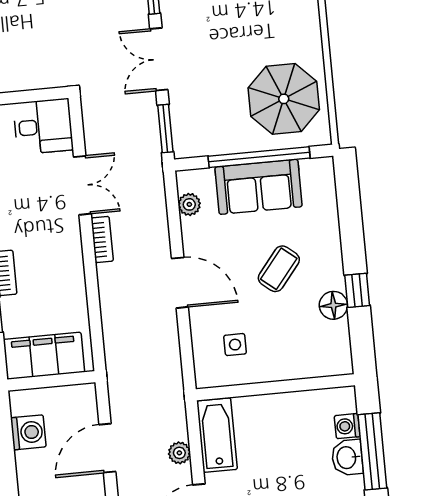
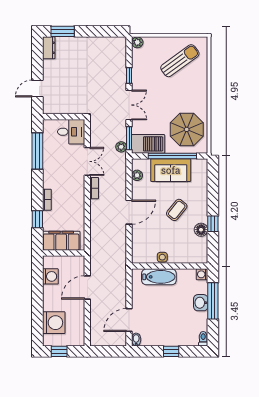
double door: (159, 59) -> (129, 105), swing flipped
barbecue: (206, 137) -> (148, 144), added
door: (180, 283) -> (129, 212), hinge flipped
side table: (235, 345) -> (162, 257), moved
washing machine: (347, 426) -> (202, 274), moved
bathtub: (217, 435) -> (159, 277), moved, turned 90
plant: (179, 453) -> (121, 147), moved

